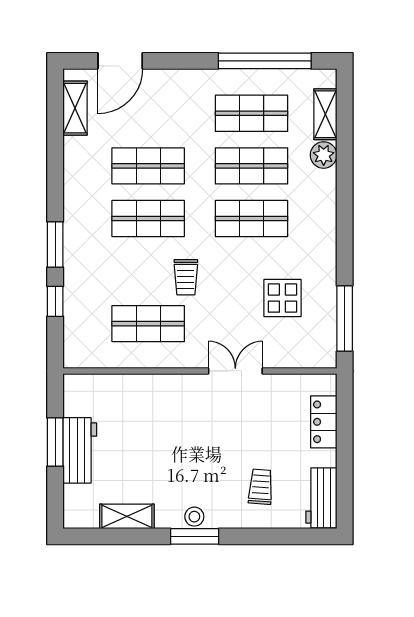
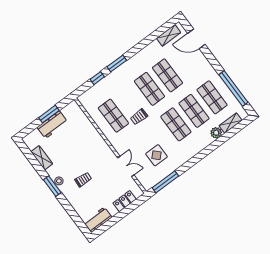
double door: (235, 371) -> (126, 166), moved
trolley: (261, 487) -> (83, 180), moved

